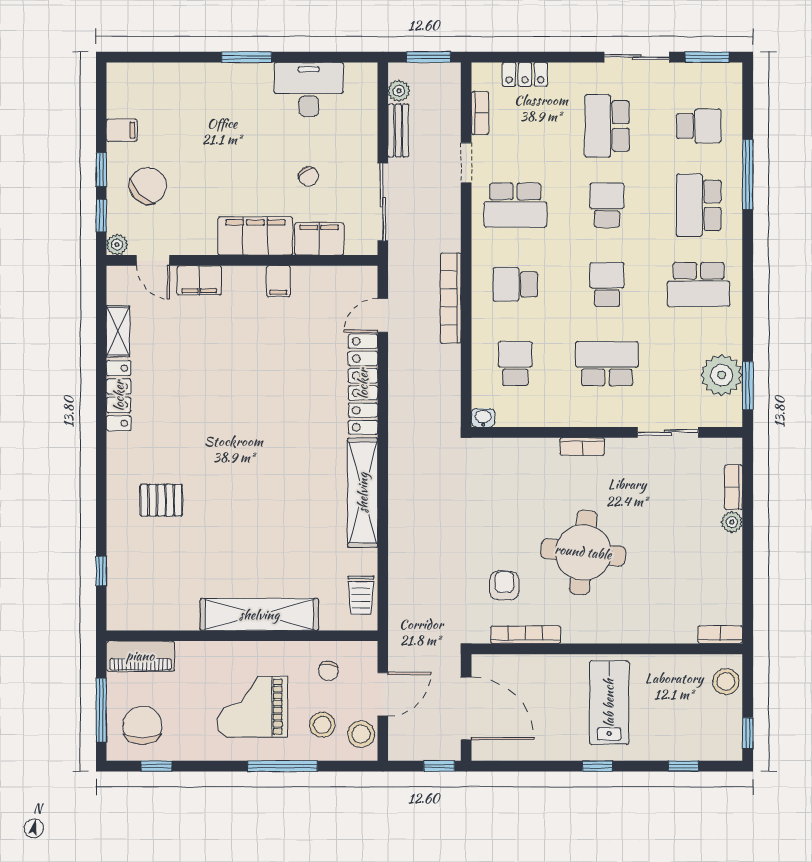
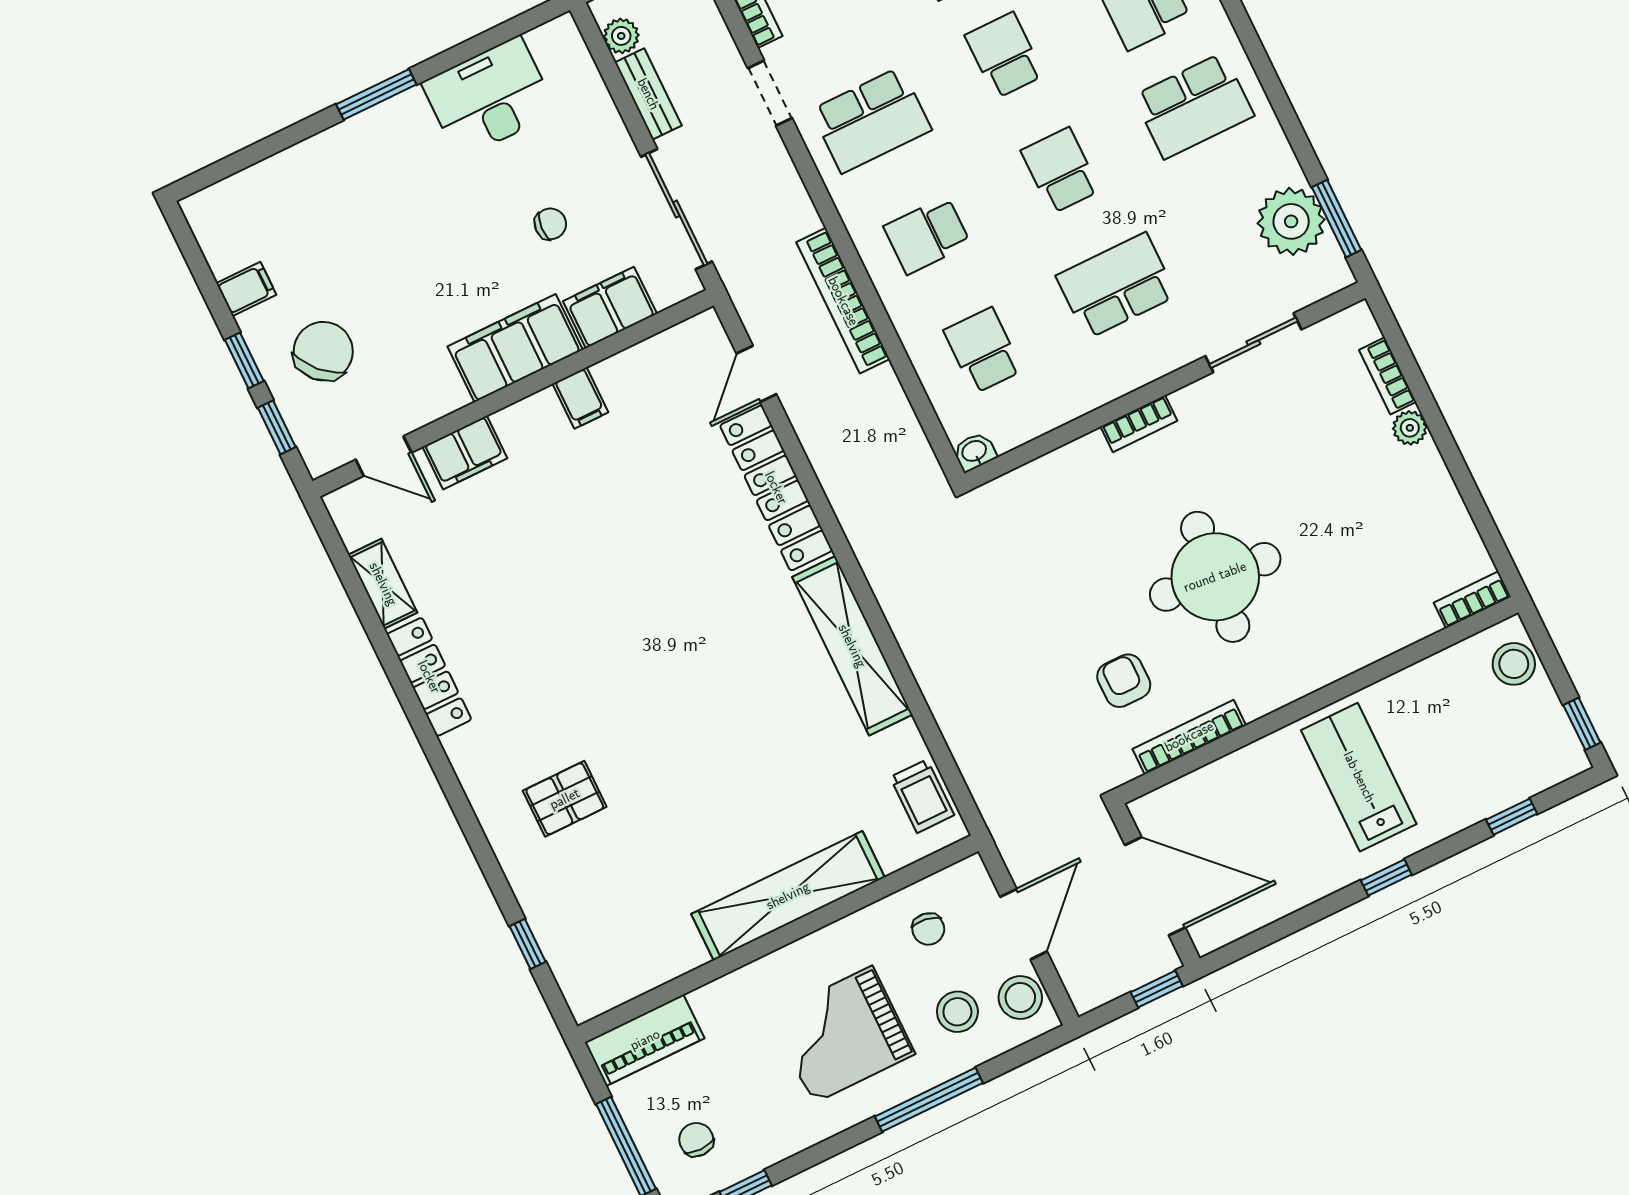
chair: (309, 176) -> (550, 224), turned -52
plant: (117, 245) -> (320, 458), removed
chair: (142, 725) -> (696, 1140), width x0.54, depth x0.54

